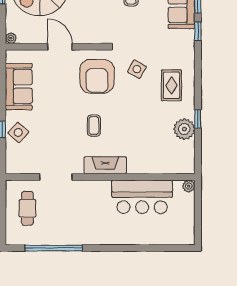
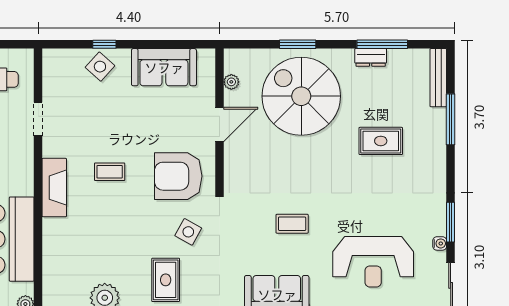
plant: (11, 38) -> (231, 82), moved
rug: (171, 85) -> (166, 280), turned 90
doorway: (56, 177) -> (38, 119), width x0.73

